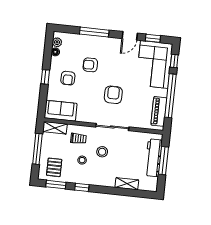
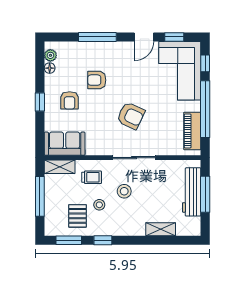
armchair: (113, 95) -> (131, 116), turned 115
pallet: (54, 167) -> (78, 216), moved

